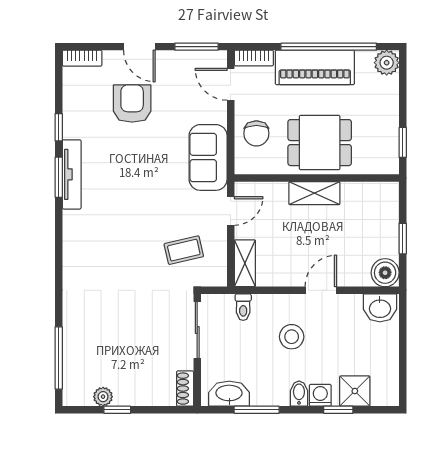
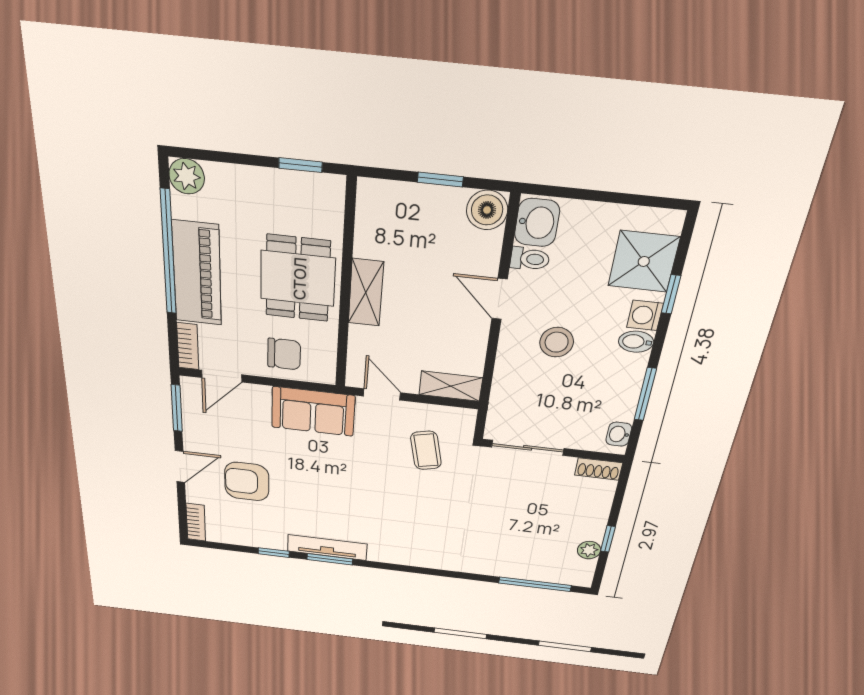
toilet: (243, 307) -> (530, 259), moved
shower: (355, 391) -> (644, 261), width x1.36, depth x1.36
washbasin: (229, 394) -> (619, 434), width x0.52, depth x0.69

